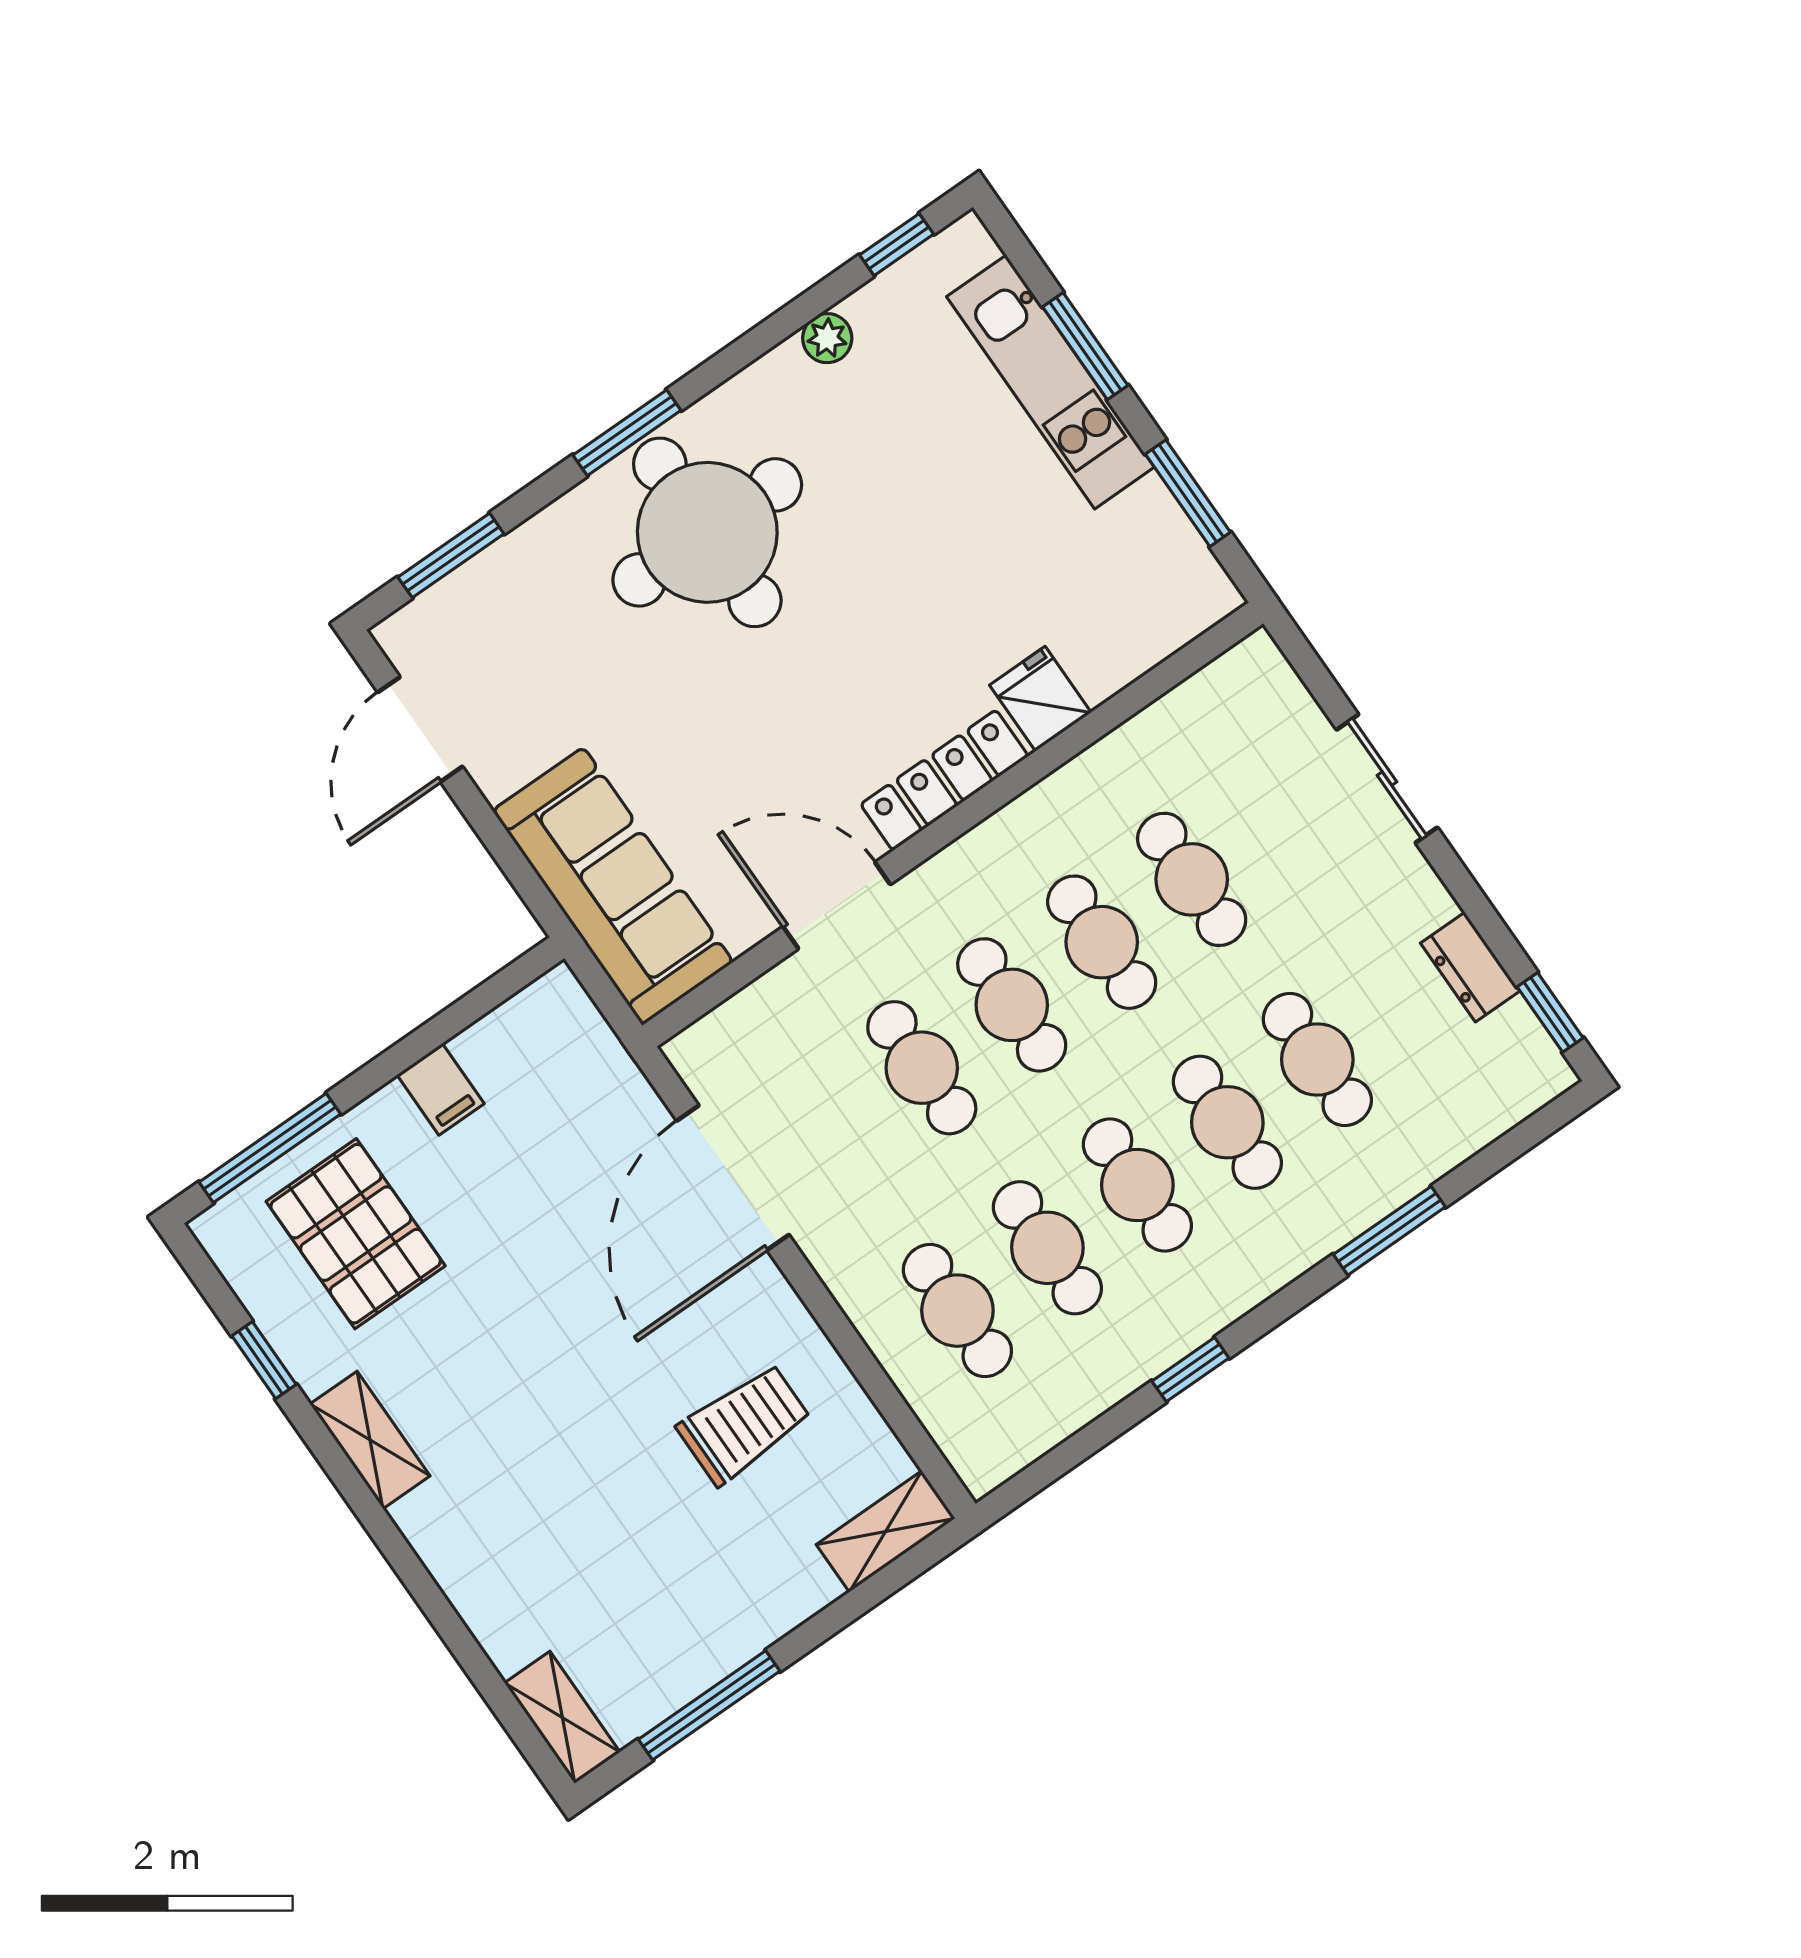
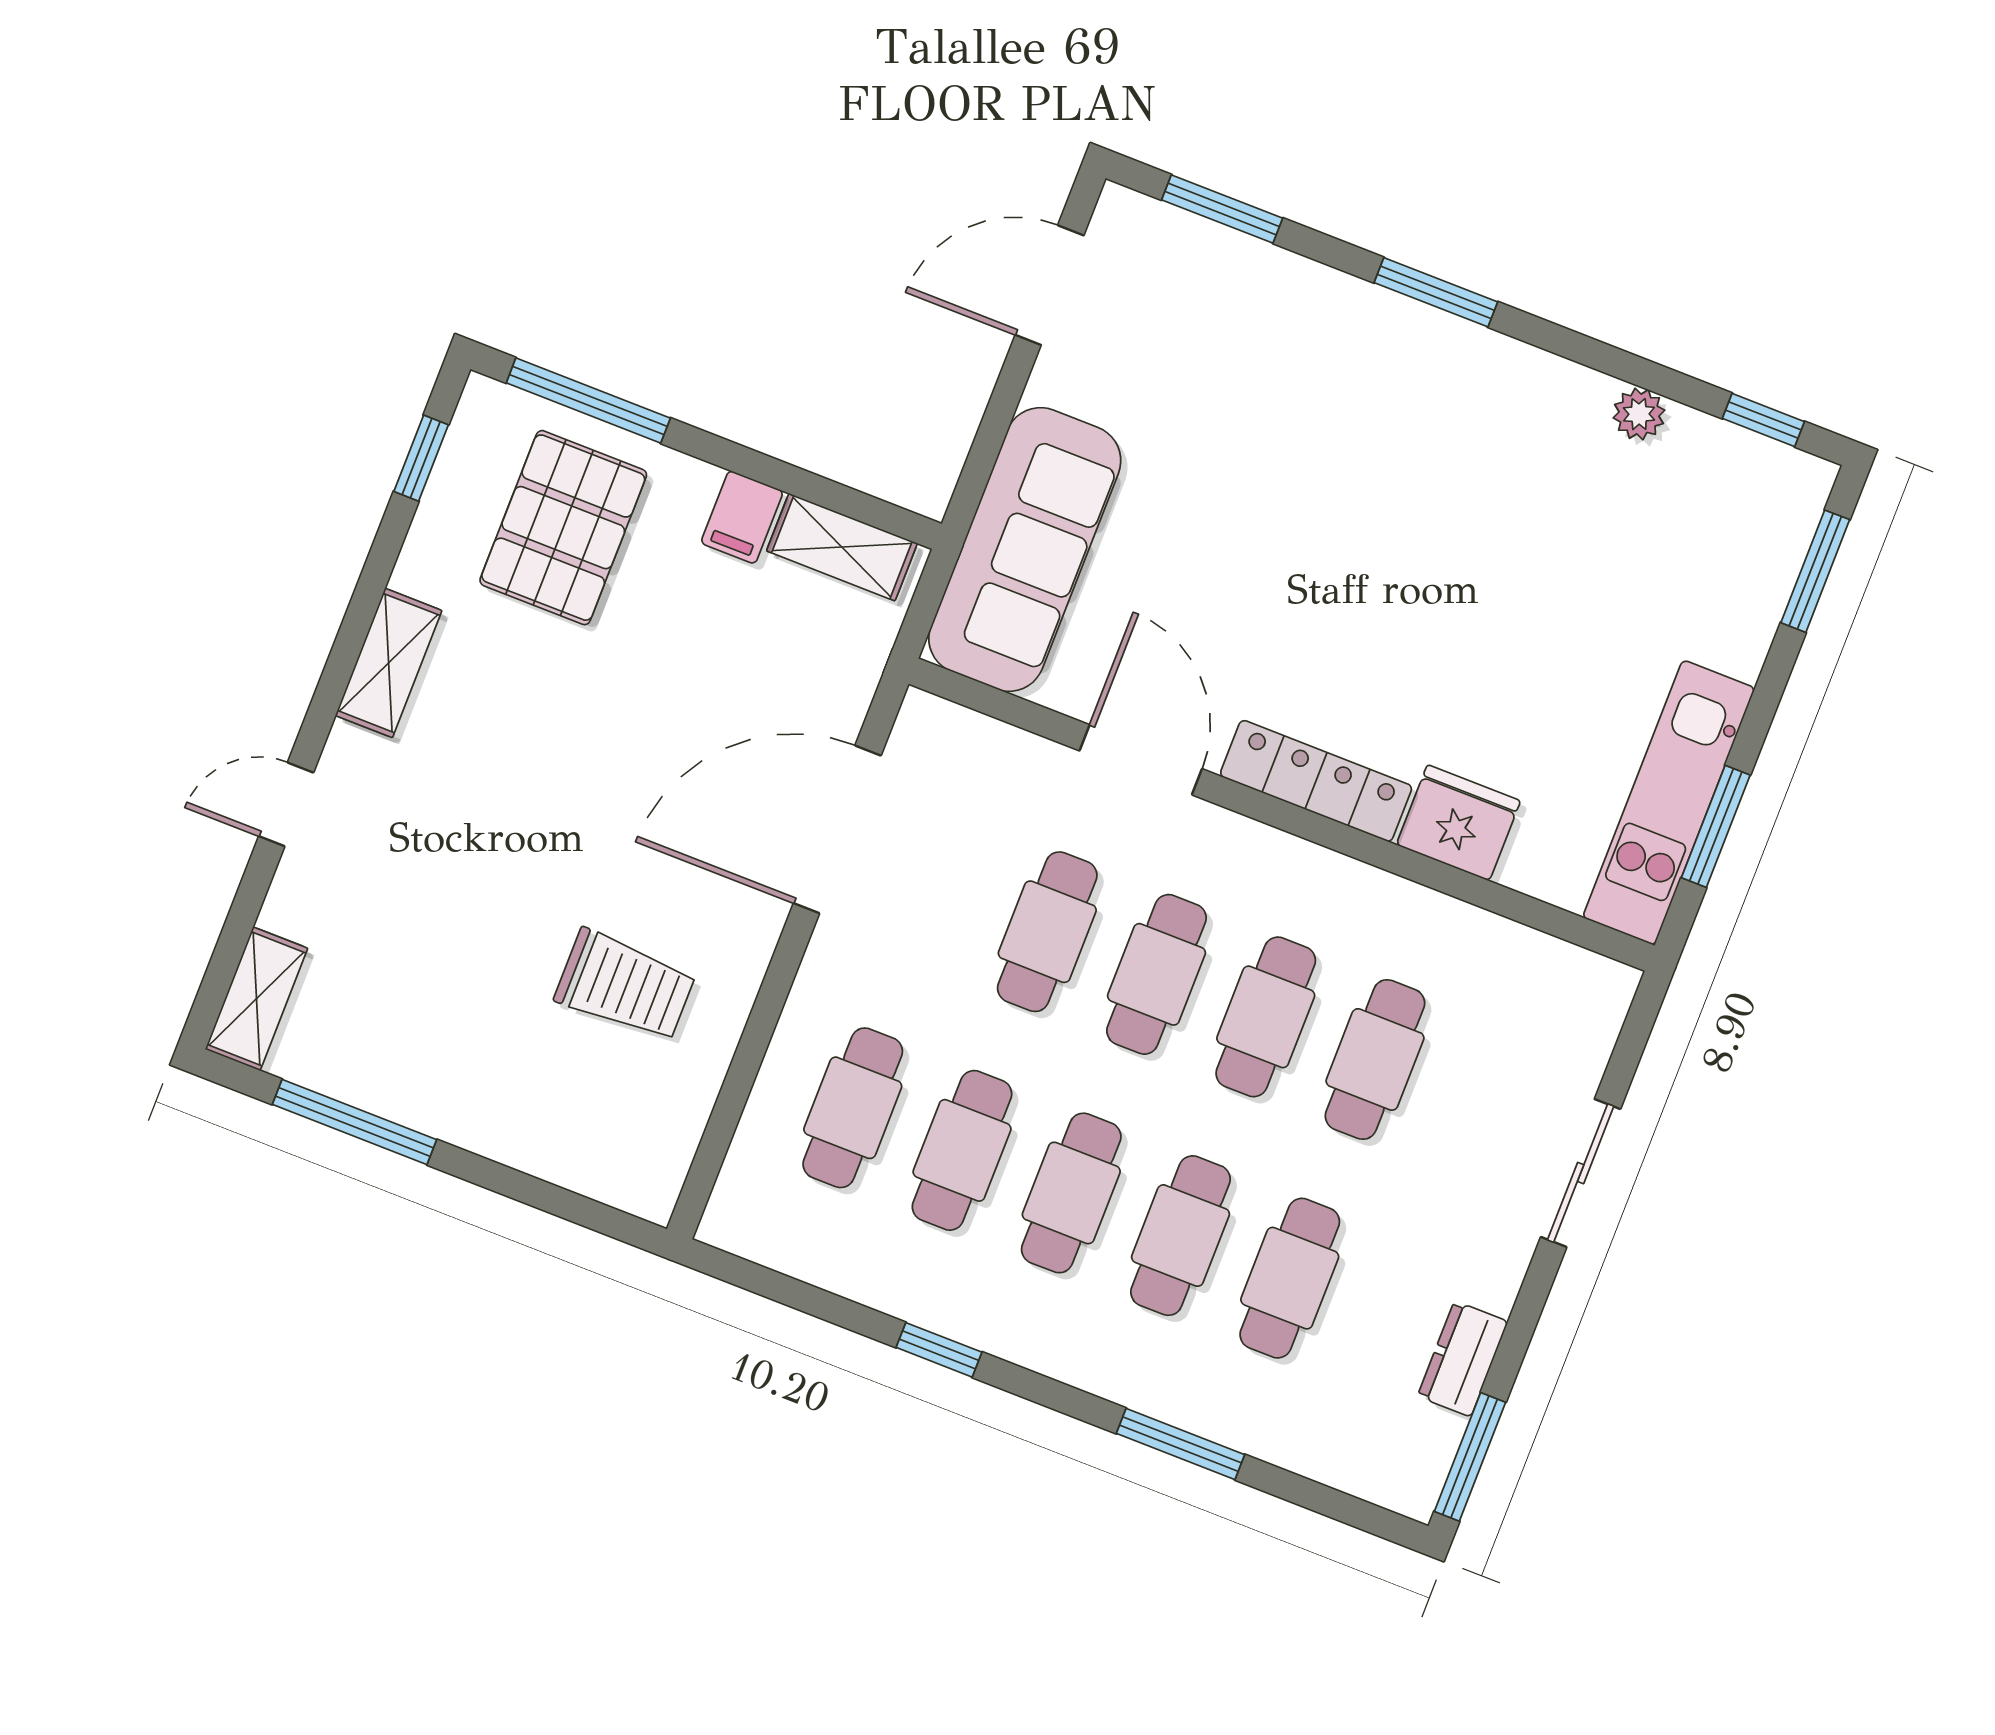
window: (1085, 346) -> (1815, 571), moved
kitchen unit: (1050, 382) -> (1669, 803), moved
round table: (707, 532) -> (1395, 423), removed
fridge: (1040, 699) -> (1458, 823), width x1.38
window: (1550, 1012) -> (1470, 1457), width x1.50
window: (264, 1360) -> (421, 458), moved
shelving: (886, 1531) -> (842, 547), moved
door: (427, 1593) -> (286, 804), added

